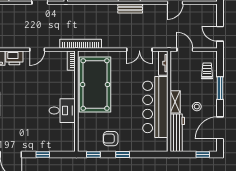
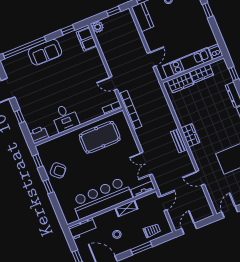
door: (37, 50) -> (113, 83), moved
printer: (14, 58) -> (39, 135), moved, turned 90
pool table: (95, 85) -> (100, 137), width x0.73, depth x0.76
shelving: (175, 102) -> (126, 208), moved
workbench: (177, 133) -> (82, 228), width x0.73
armchair: (111, 139) -> (58, 170), turned 133

